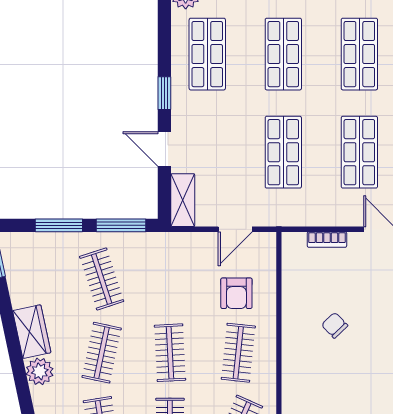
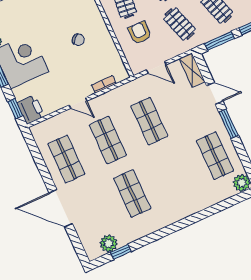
shop shelf: (283, 54) -> (174, 175), removed
window: (164, 93) -> (229, 124), width x1.50
door: (235, 229) -> (156, 67), swing flipped
clothes rail: (170, 279) -> (179, 24), added

